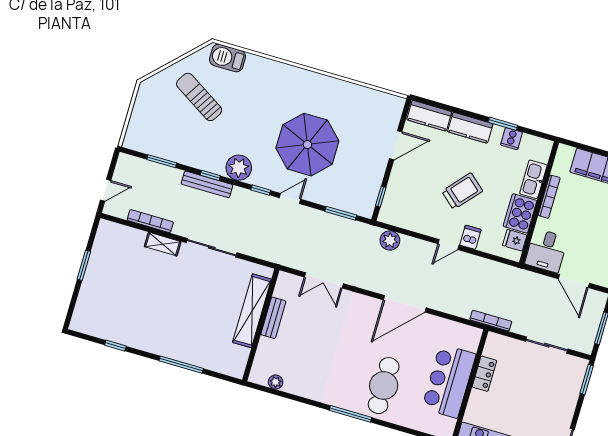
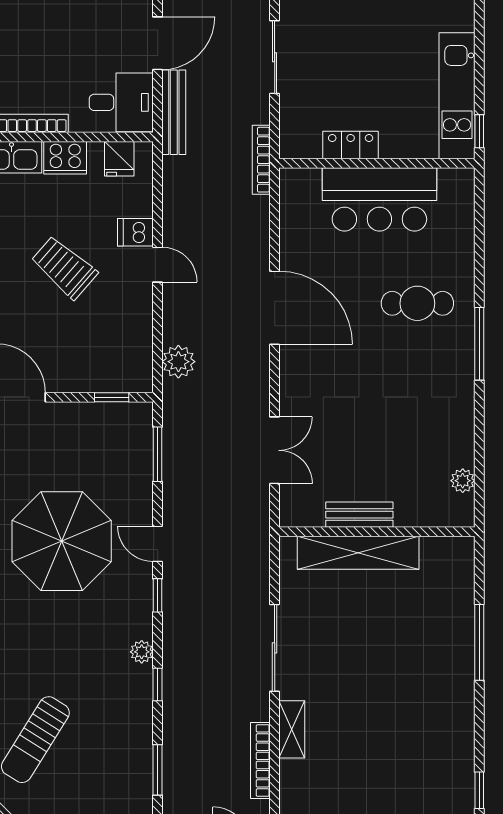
plant: (239, 168) -> (142, 652), width x0.53, depth x0.53
bench: (207, 184) -> (174, 112), moved
cooker: (520, 213) -> (65, 158), width x0.73, depth x0.76
window: (115, 346) -> (479, 790), moved
cafe table: (384, 386) -> (417, 303), width x0.73, depth x0.74

